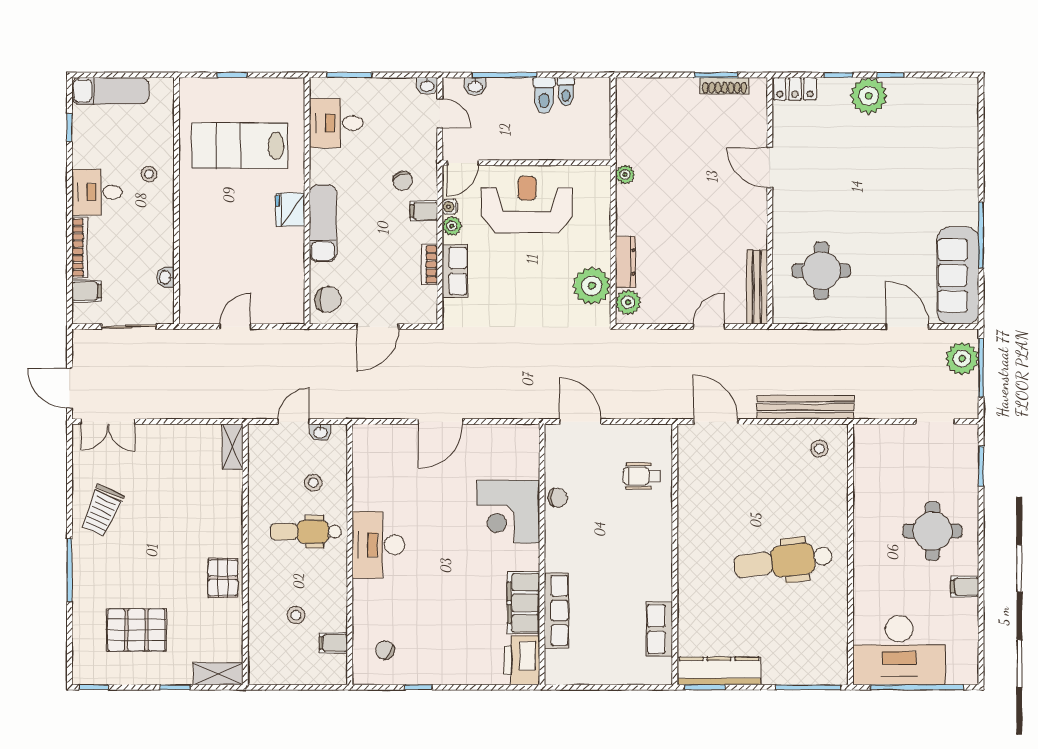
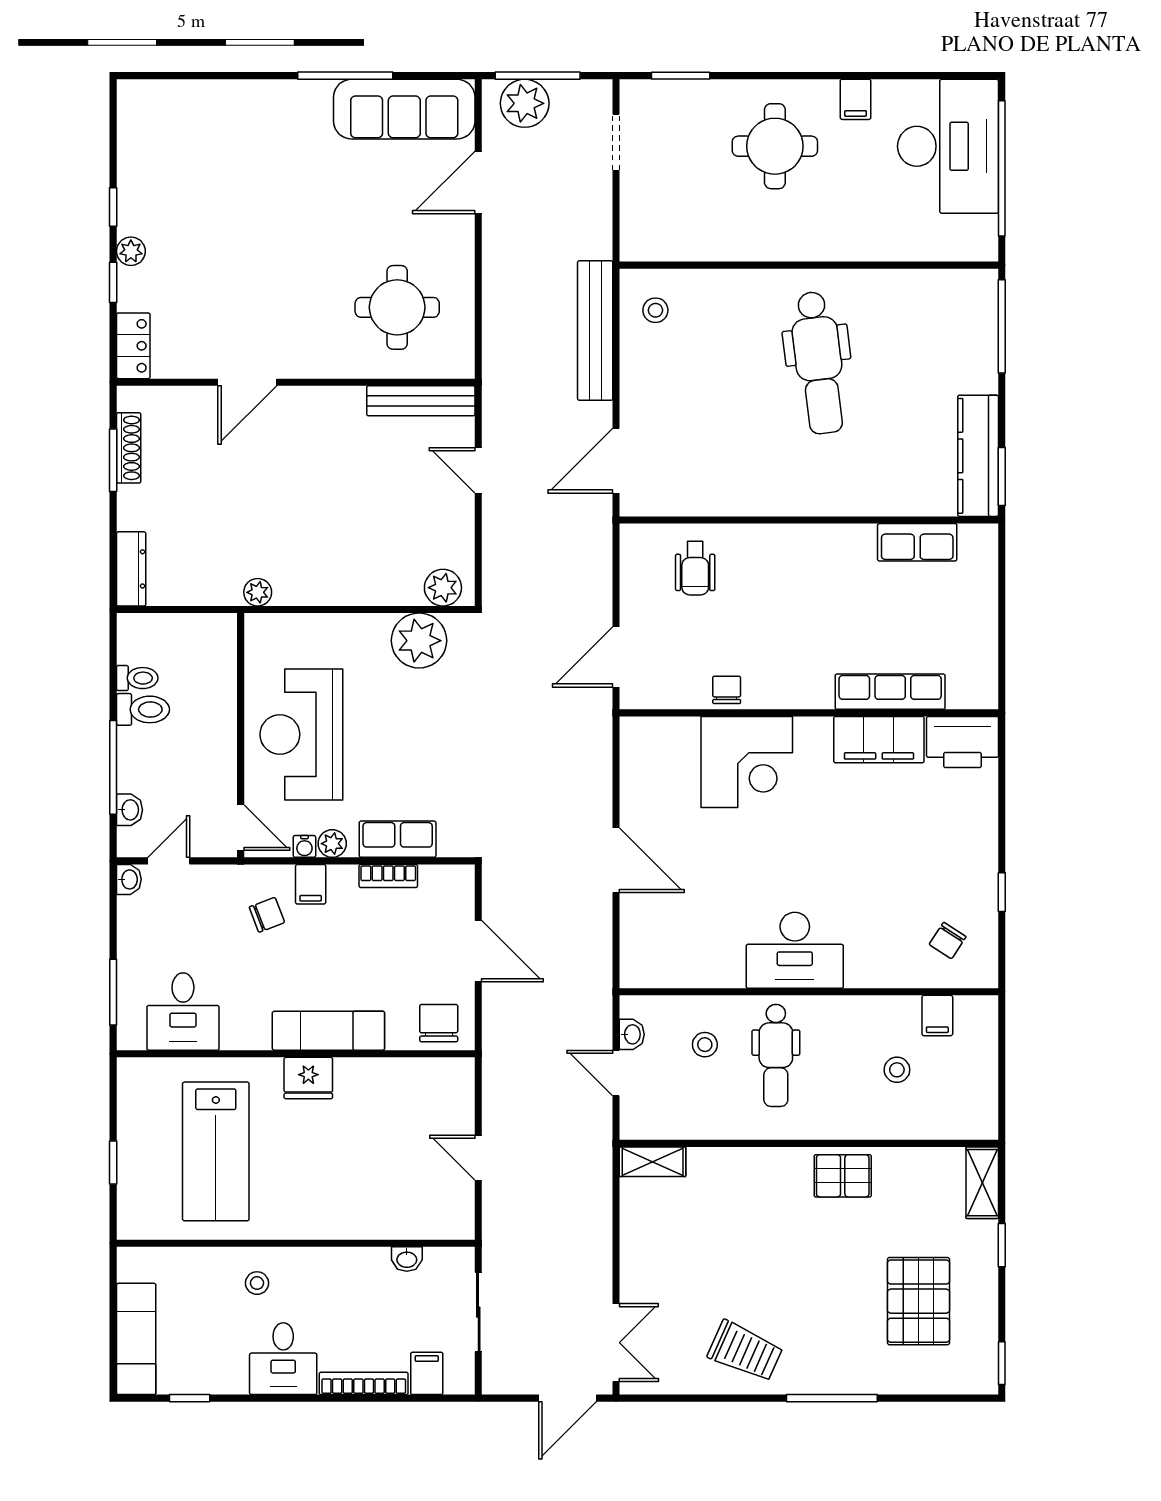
plant: (869, 96) -> (131, 251), width x0.53, depth x0.53
dresser: (626, 262) -> (131, 569), moved, turned 90
desk: (899, 650) -> (948, 146), moved

